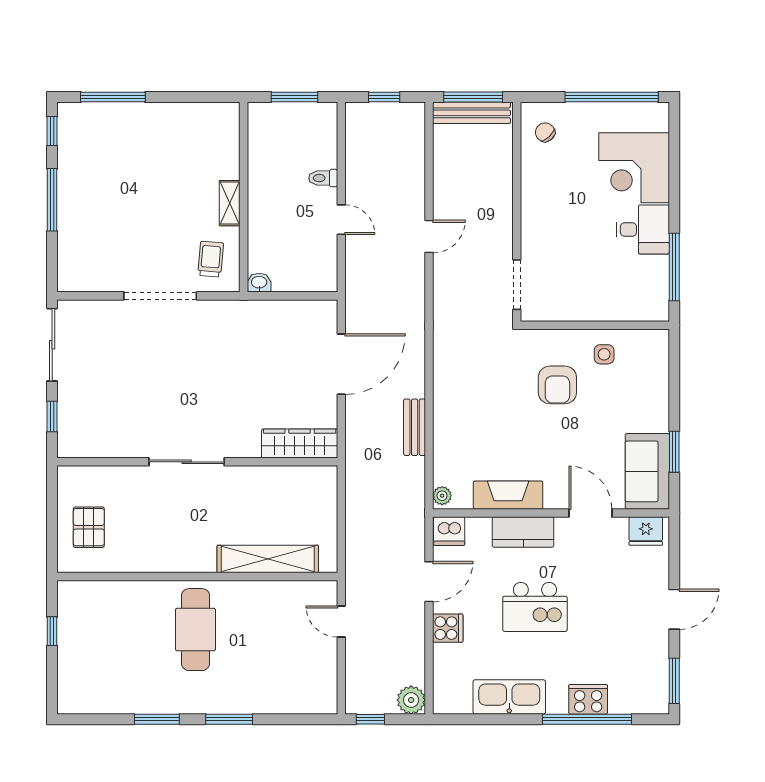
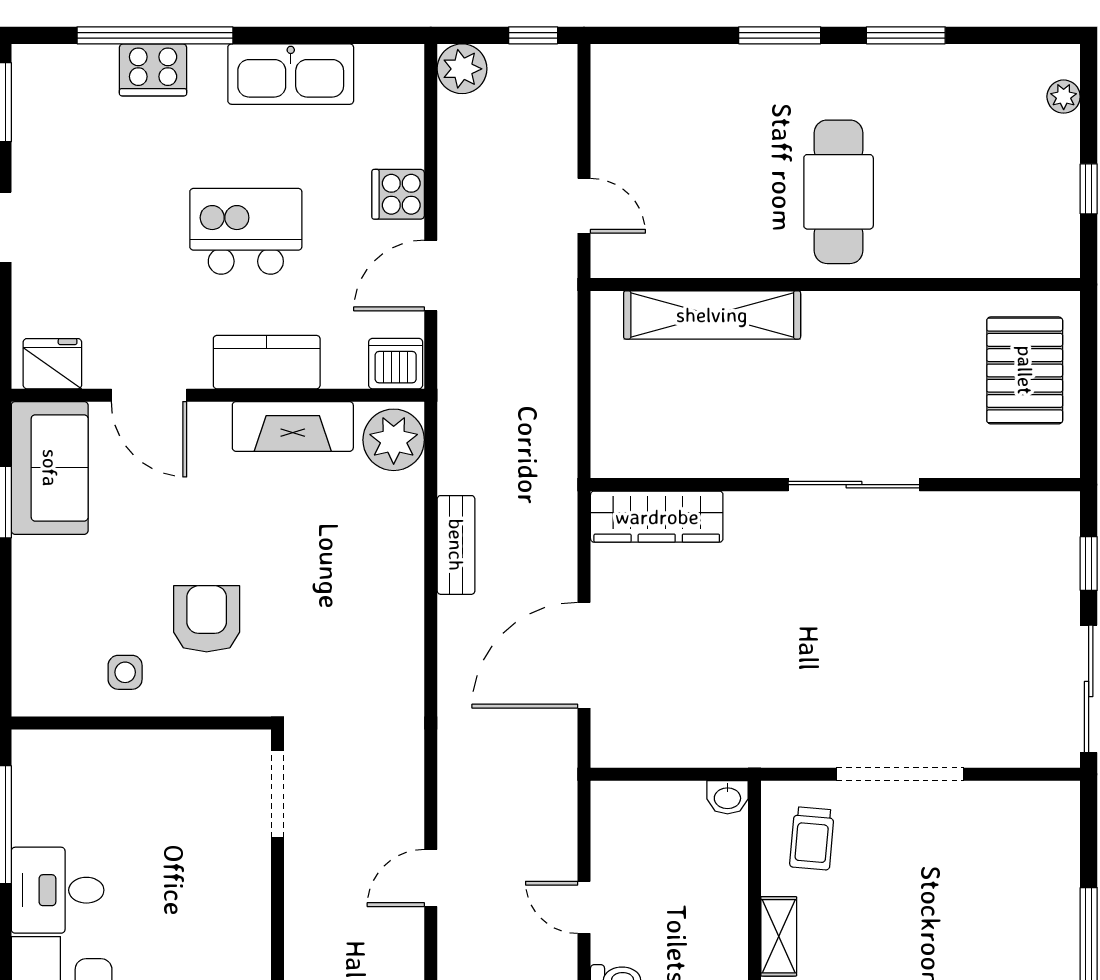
plant: (442, 496) -> (394, 440), width x1.87, depth x1.87
pallet: (89, 527) -> (1025, 370), width x1.50, depth x1.42
plant: (67, 684) -> (1064, 97), added

